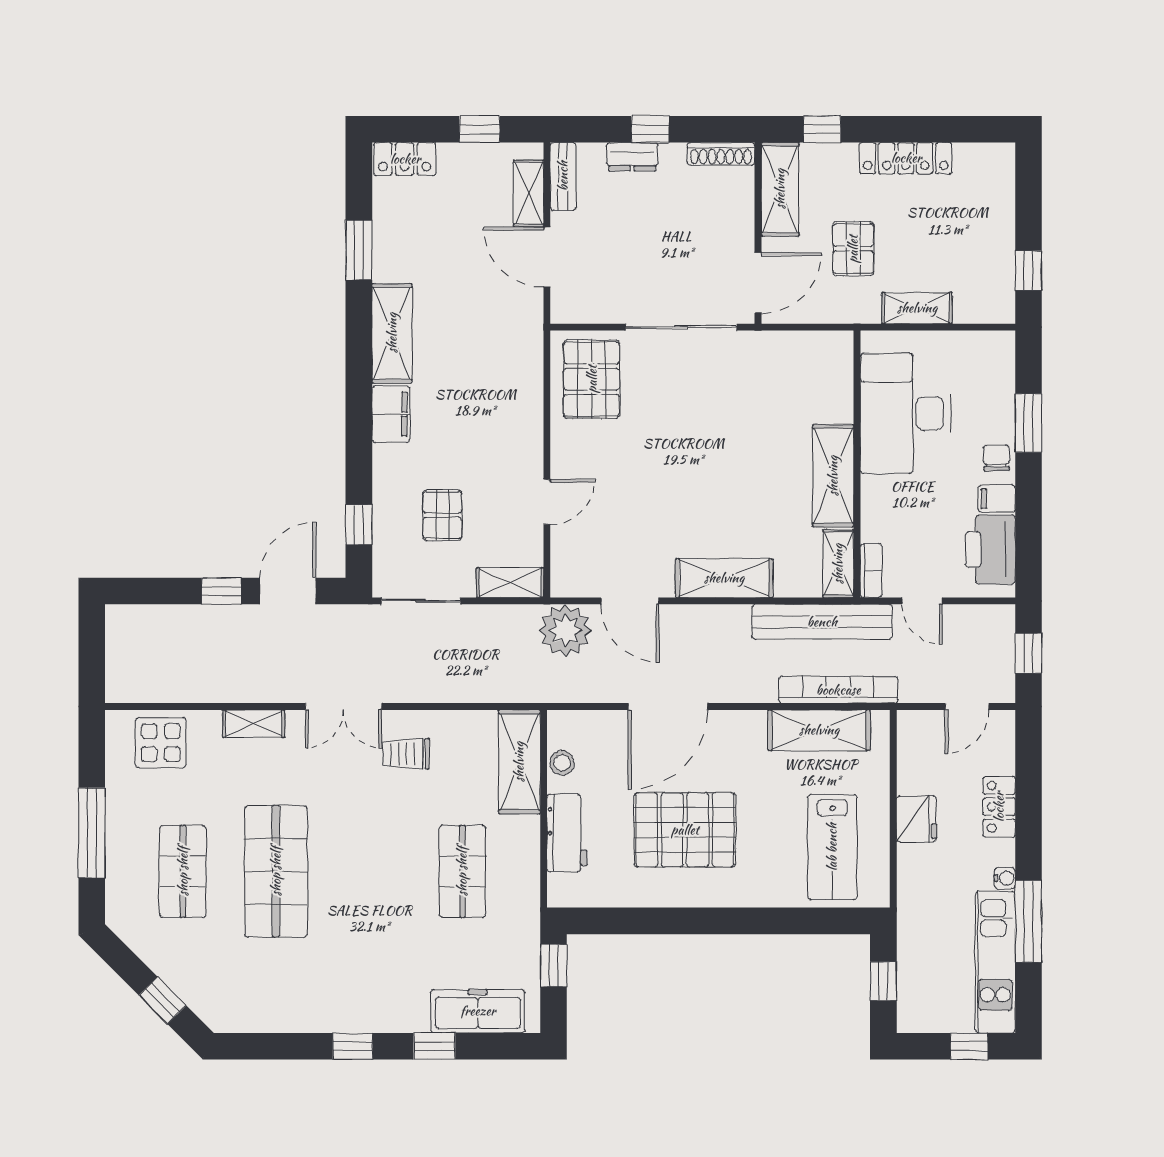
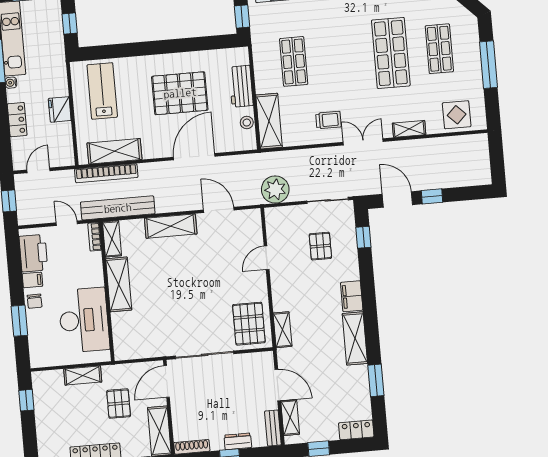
shelving: (510, 583) -> (282, 330), moved, turned 90
door: (288, 591) -> (397, 200), swing flipped
plant: (565, 630) -> (275, 190), moved

